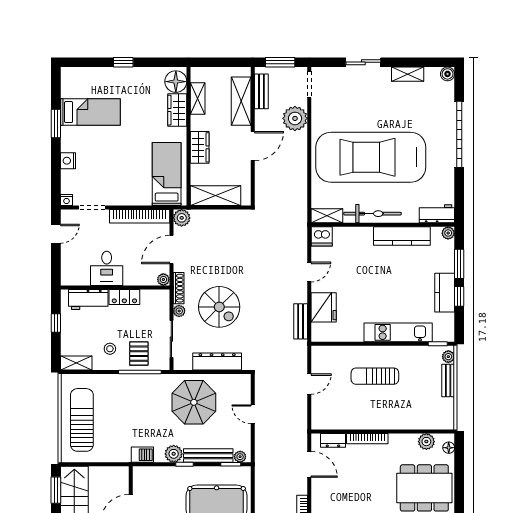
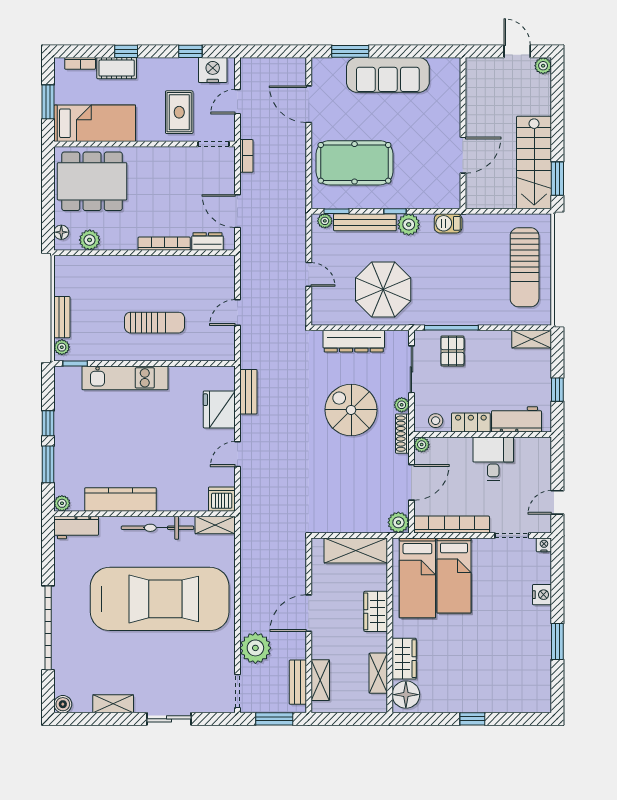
shelving: (241, 101) -> (320, 680), width x0.67, depth x0.75
bed: (90, 112) -> (454, 575), moved, turned -90
kitchen counter: (445, 293) -> (66, 428), removed
stool: (110, 349) -> (436, 421), moved

